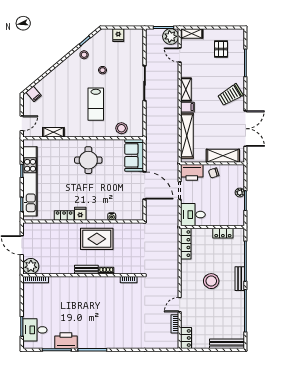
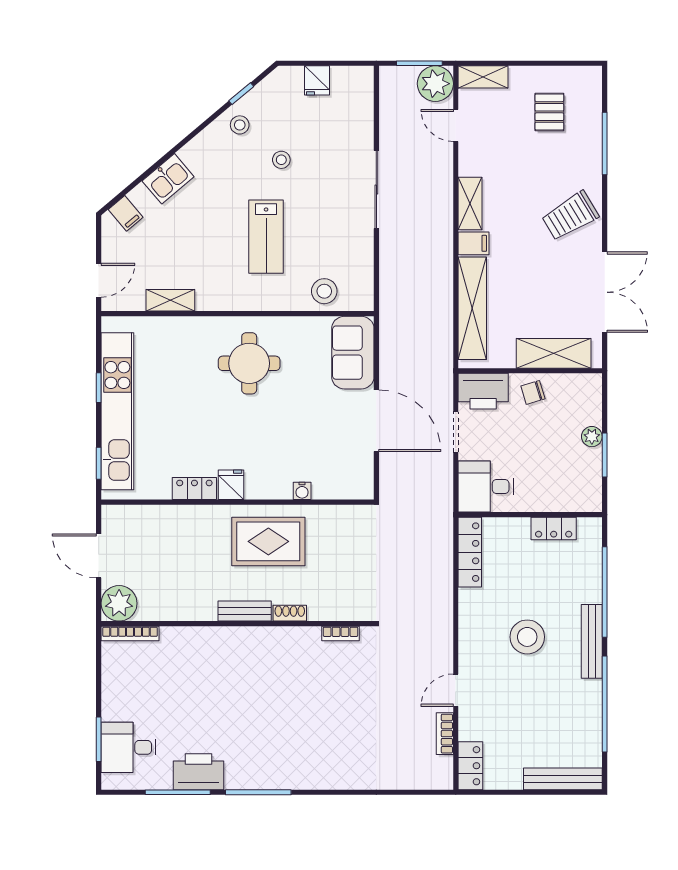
kitchen sink: (52, 79) -> (168, 179), added
bench: (240, 279) -> (592, 641), width x1.36

